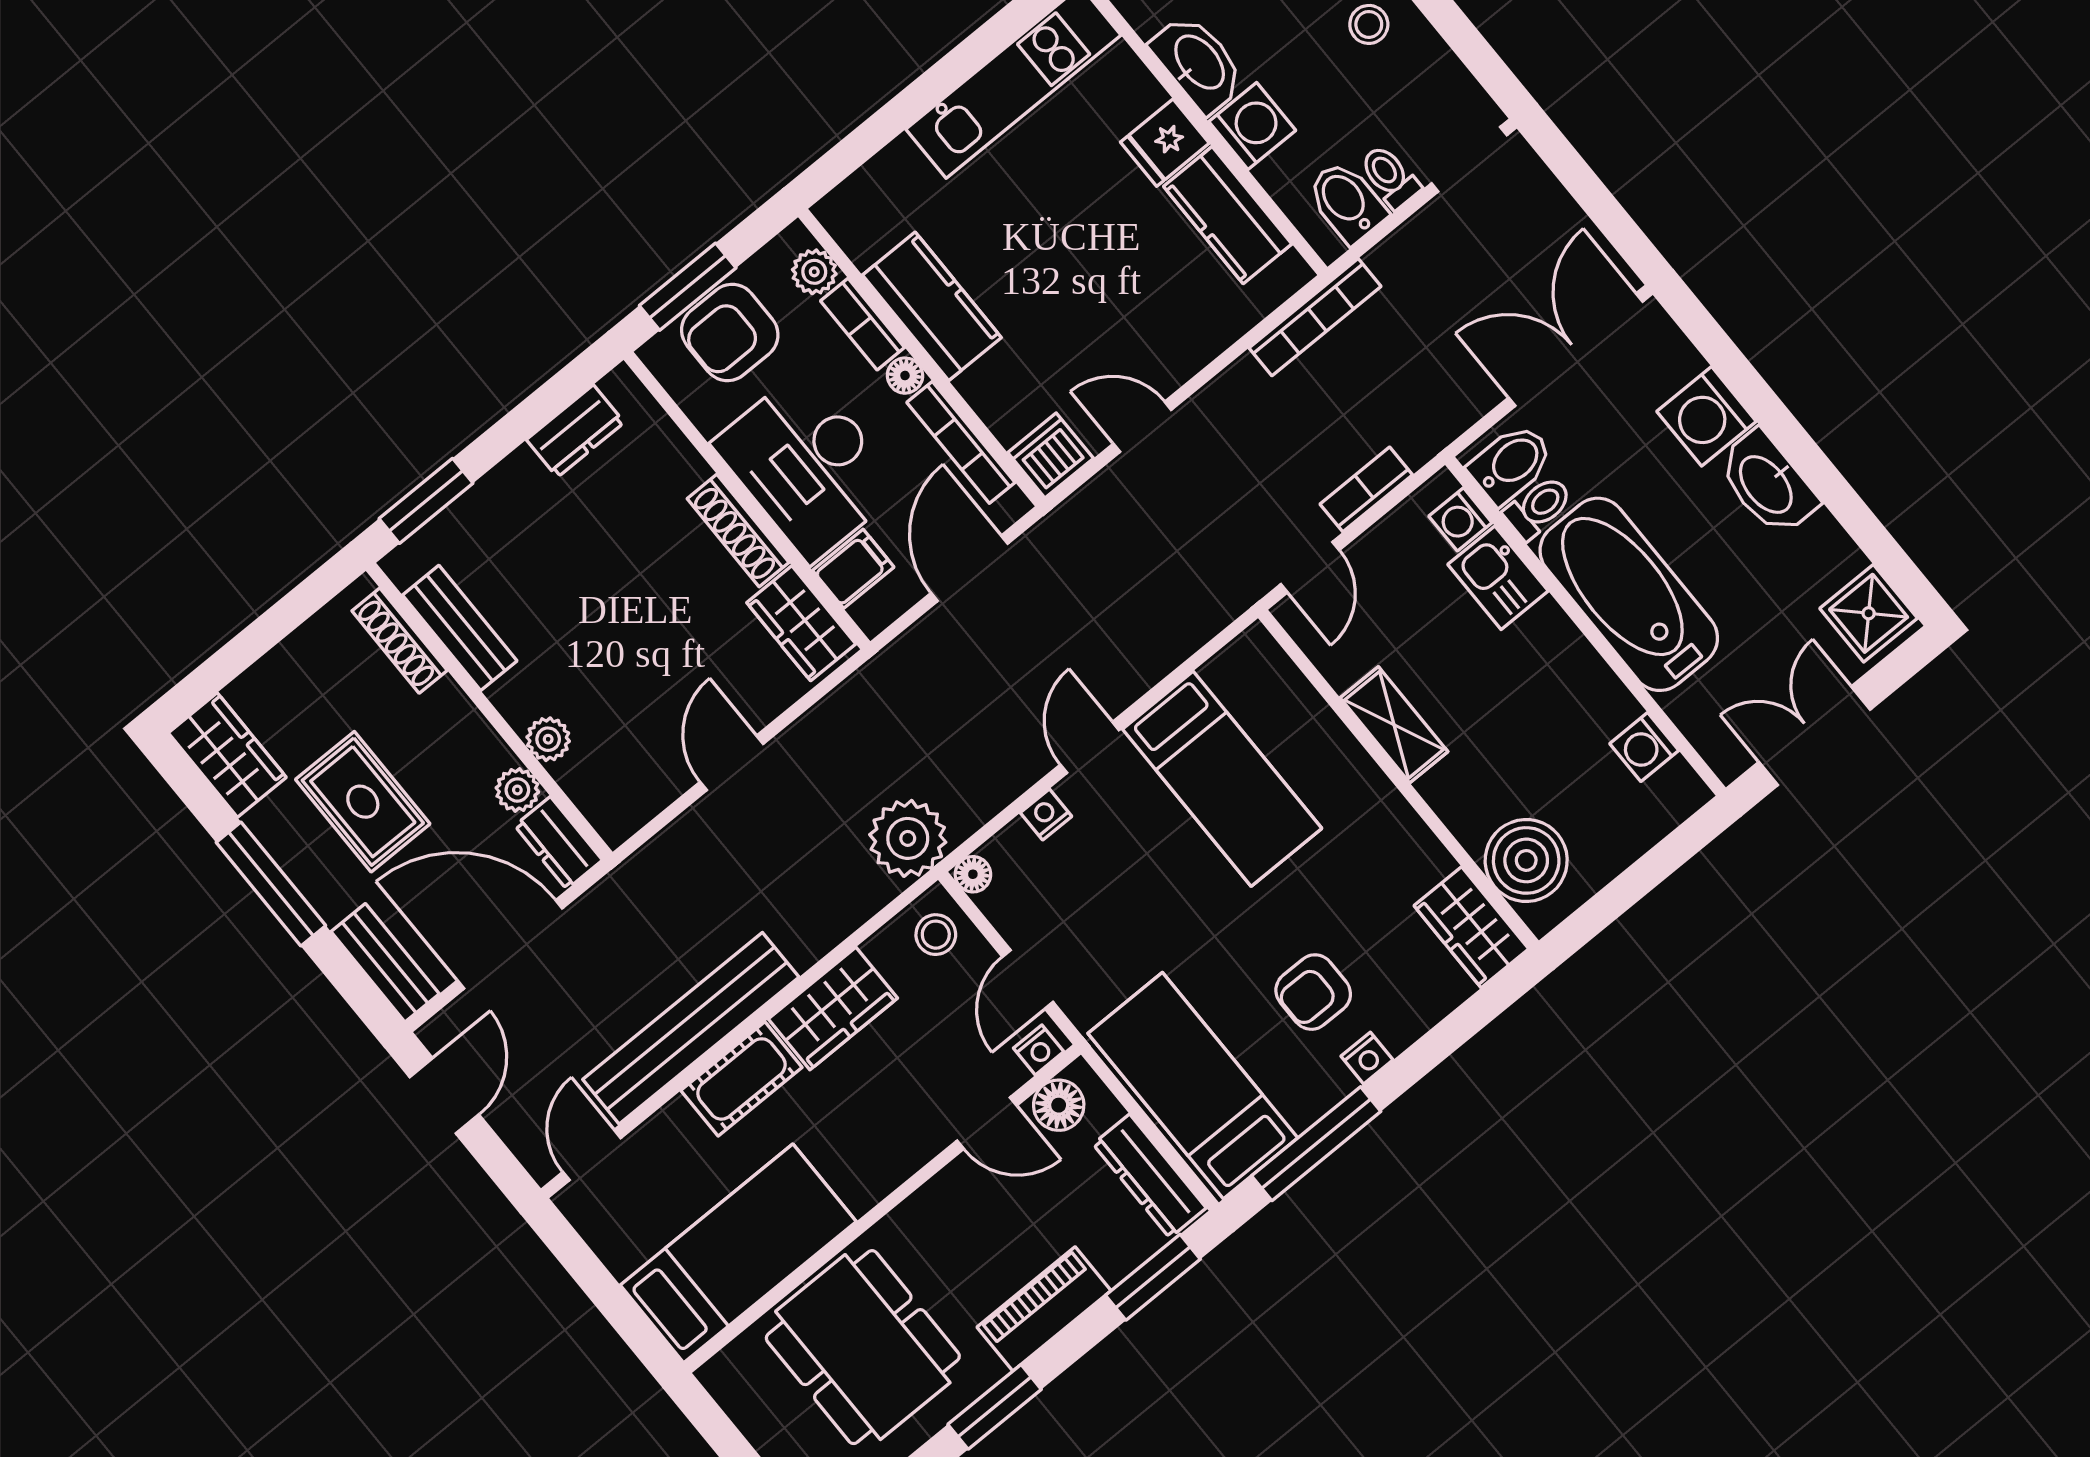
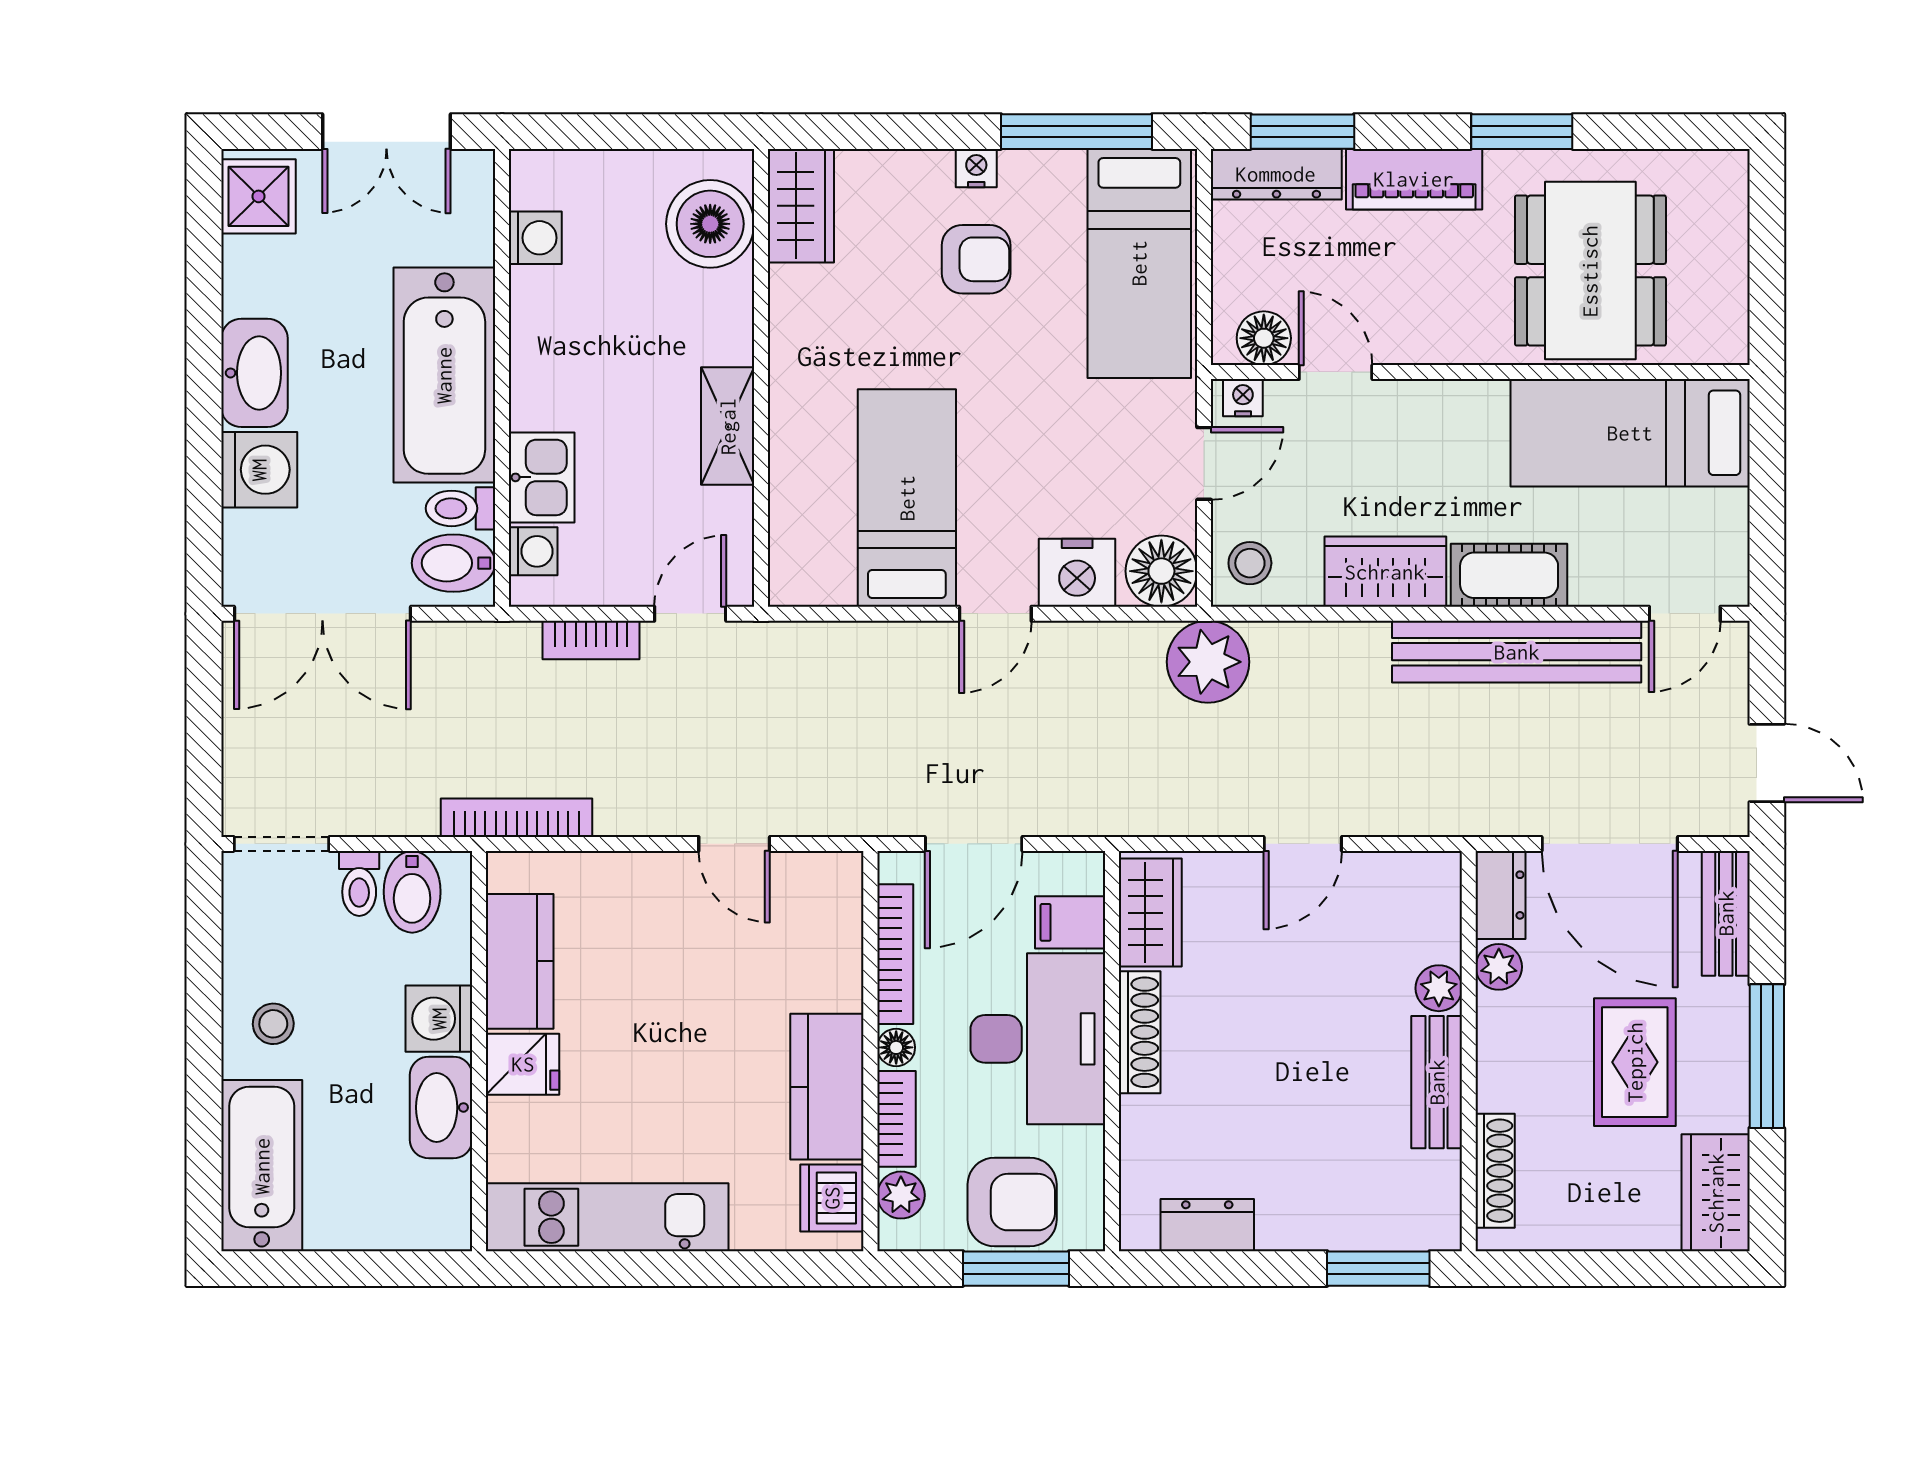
dishwasher: (1051, 456) -> (832, 1198), moved, turned 90
bench: (460, 628) -> (1437, 1082), moved
nightstand: (1046, 814) -> (1077, 573), width x1.89, depth x1.79
floor lamp: (973, 874) -> (1161, 571), width x1.89, depth x1.89
door: (444, 1096) -> (1767, 763), swing flipped
dresser: (1150, 1176) -> (1276, 174), moved, turned 90

